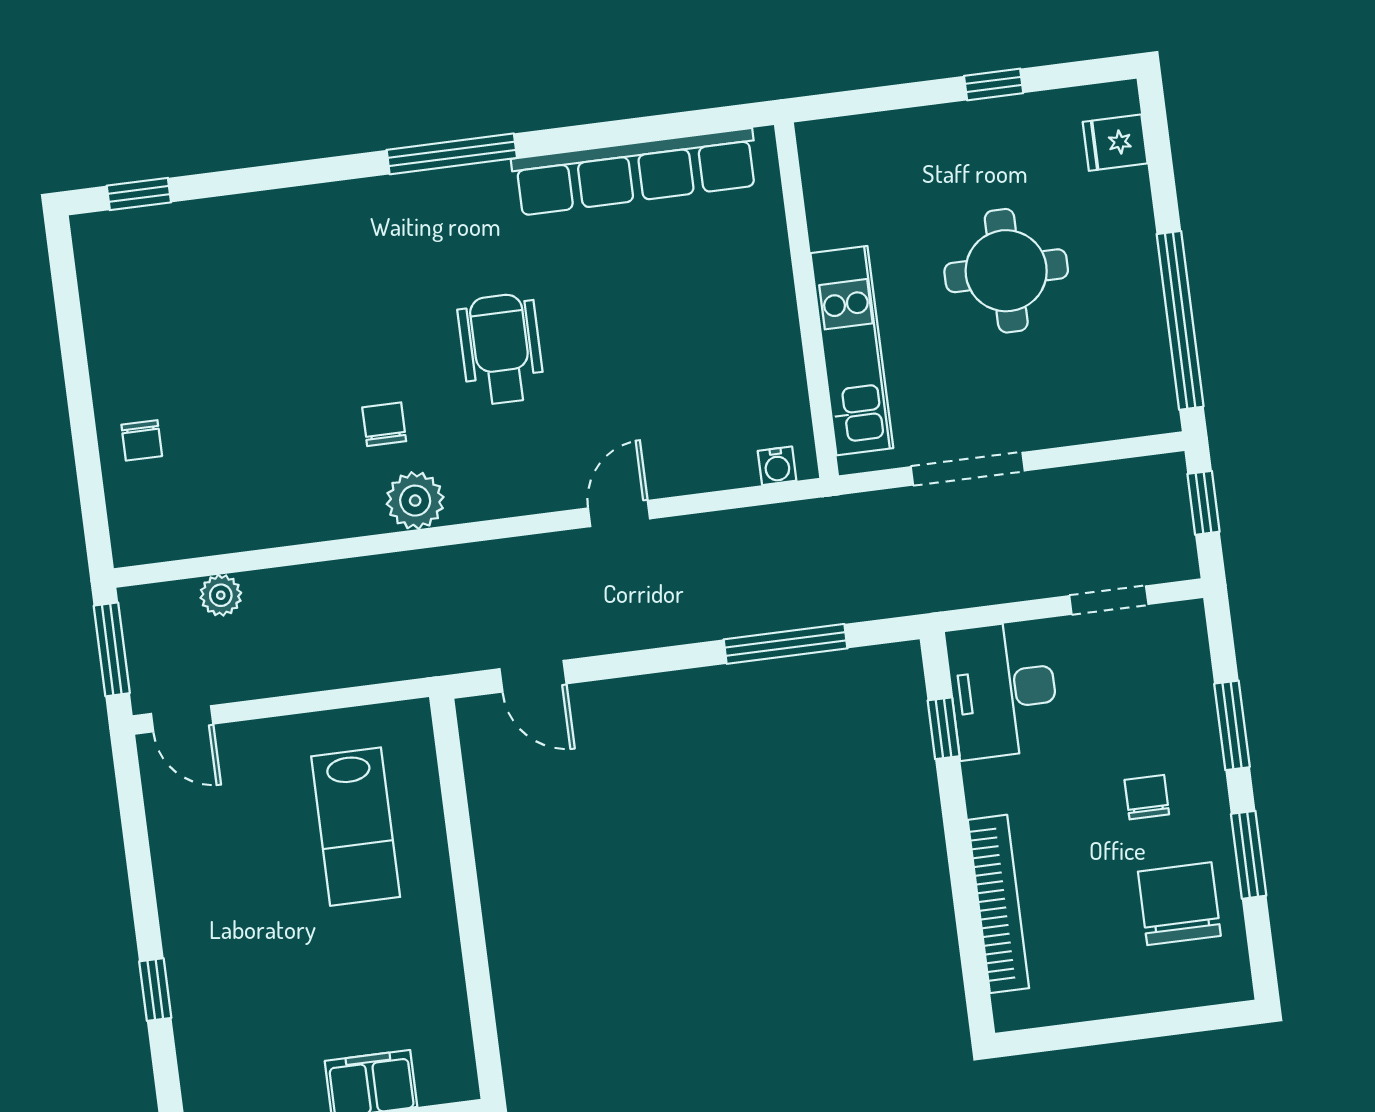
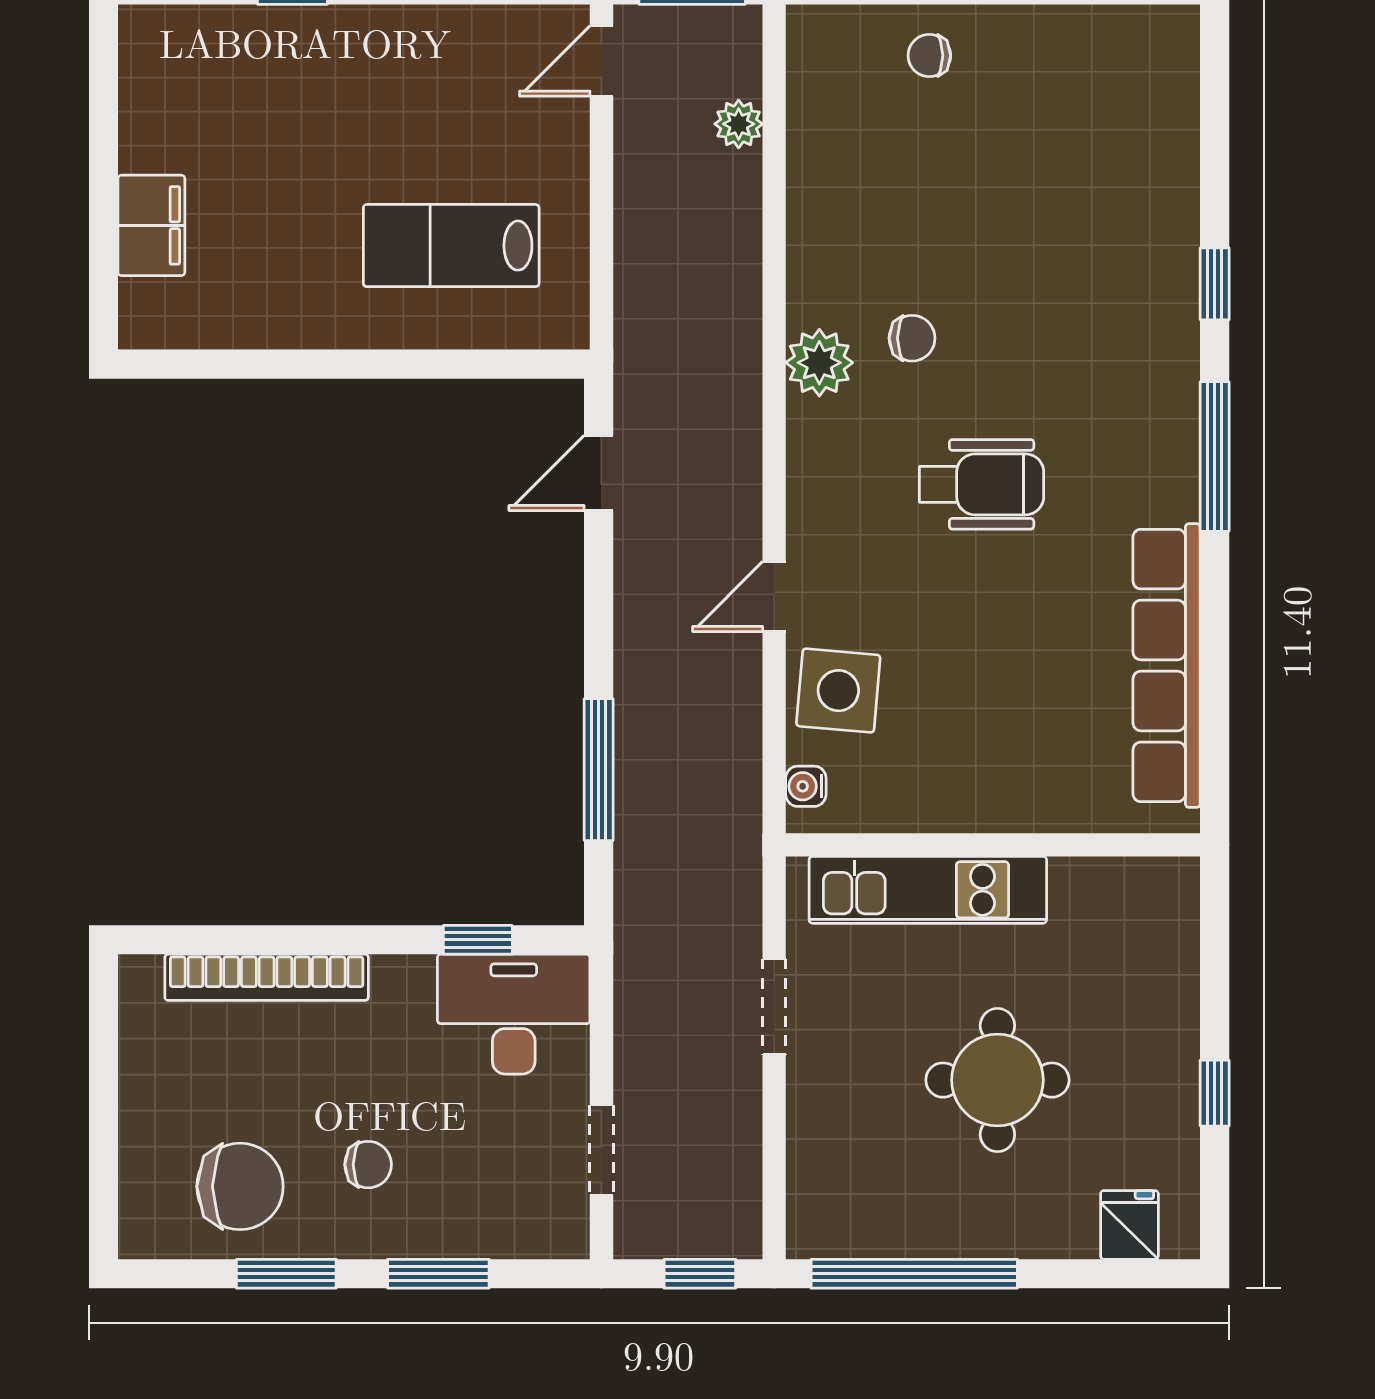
window: (139, 194) -> (1215, 284), moved
side table: (692, 449) -> (838, 691), added
doorway: (968, 469) -> (774, 1006), width x0.73
door: (619, 513) -> (774, 597), swing flipped

